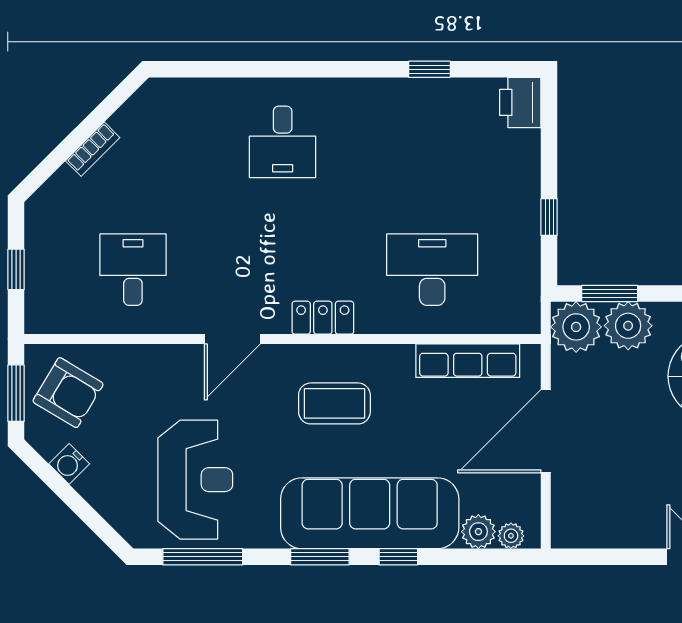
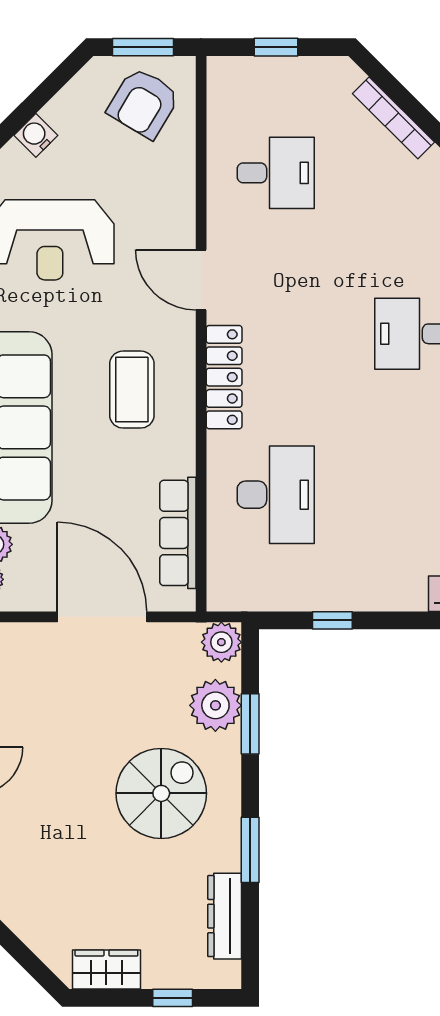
bookcase: (93, 149) -> (394, 118), width x1.56
window: (610, 294) -> (250, 724), moved
locker: (323, 318) -> (224, 377), width x1.53
plant: (576, 327) -> (221, 642), width x0.73, depth x0.73
water cooler: (69, 464) -> (36, 135), moved

